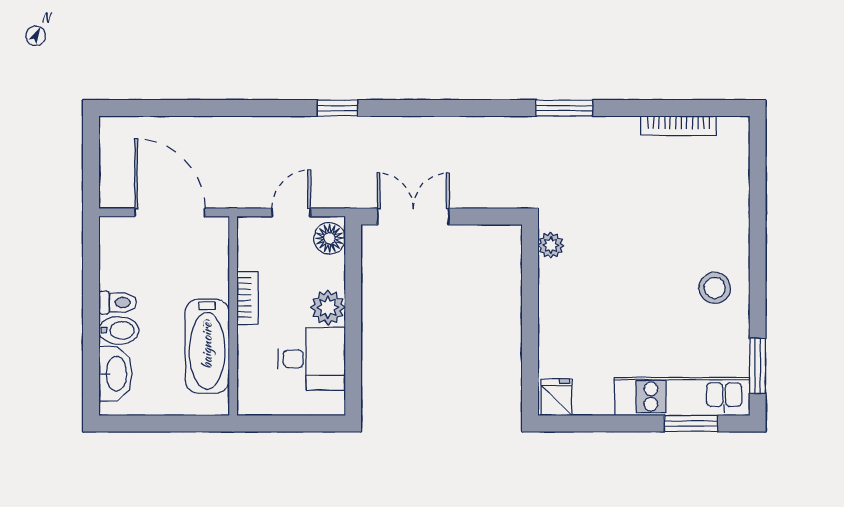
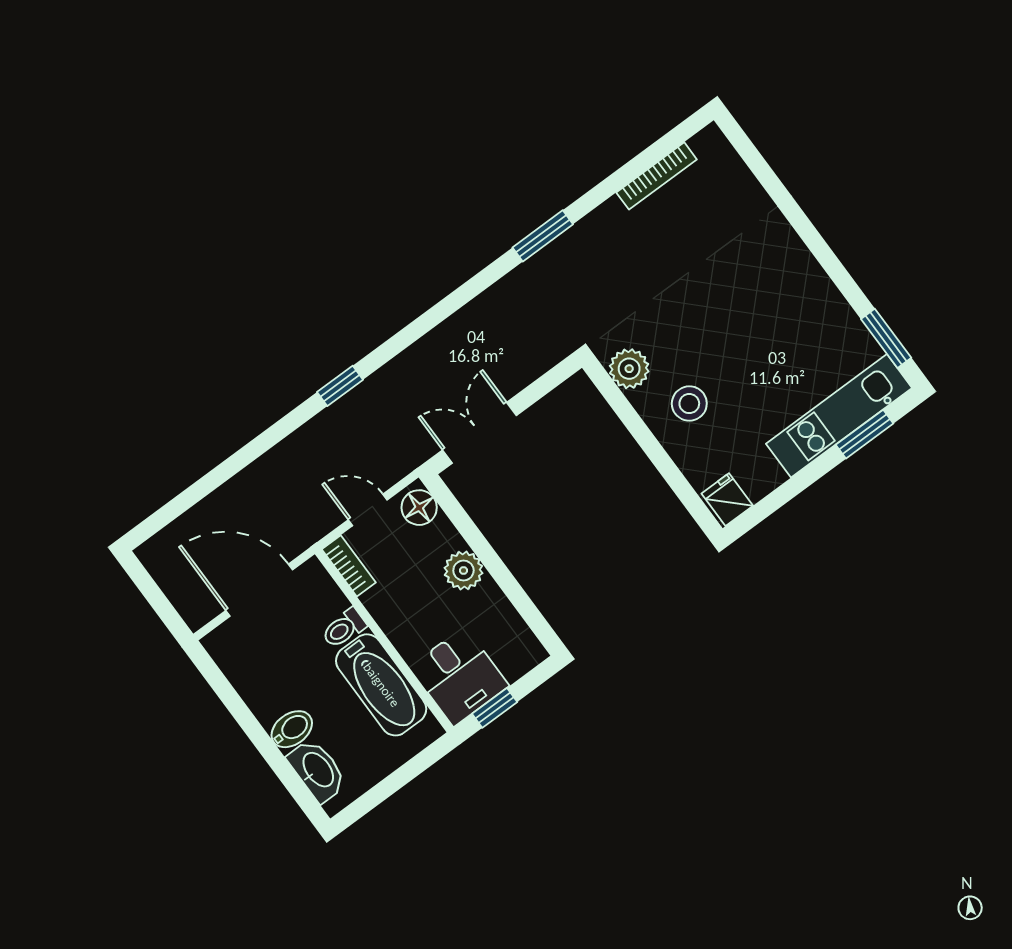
door: (291, 212) -> (368, 510), hinge flipped
plant: (551, 245) -> (629, 369), width x1.38, depth x1.38
stool: (715, 288) -> (689, 404), moved
bookcase: (247, 298) -> (349, 566), moved
toilet: (118, 303) -> (344, 628), moved, turned 180
desk: (312, 359) -> (459, 676), moved, turned 90
window: (277, 423) -> (495, 708), added

